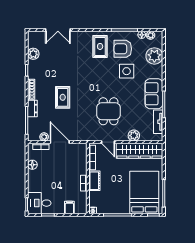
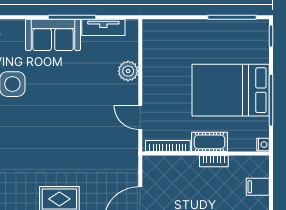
dining table: (109, 111) -> (84, 117), removed
door: (108, 142) -> (140, 117), swing flipped
wardrobe: (139, 151) -> (156, 61), removed
bed: (144, 192) -> (231, 90), moved

